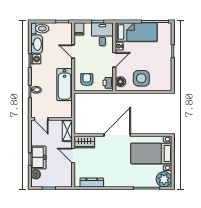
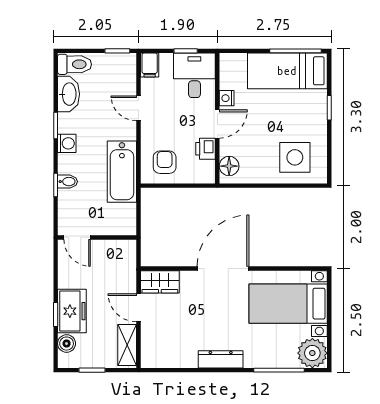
bed: (136, 32) -> (287, 71), moved, turned 180
washing machine: (36, 59) -> (67, 143), moved
side table: (141, 78) -> (295, 157), moved
printer: (108, 83) -> (206, 149), moved
shelving: (67, 131) -> (127, 345), moved
dresser: (92, 182) -> (221, 359), moved

